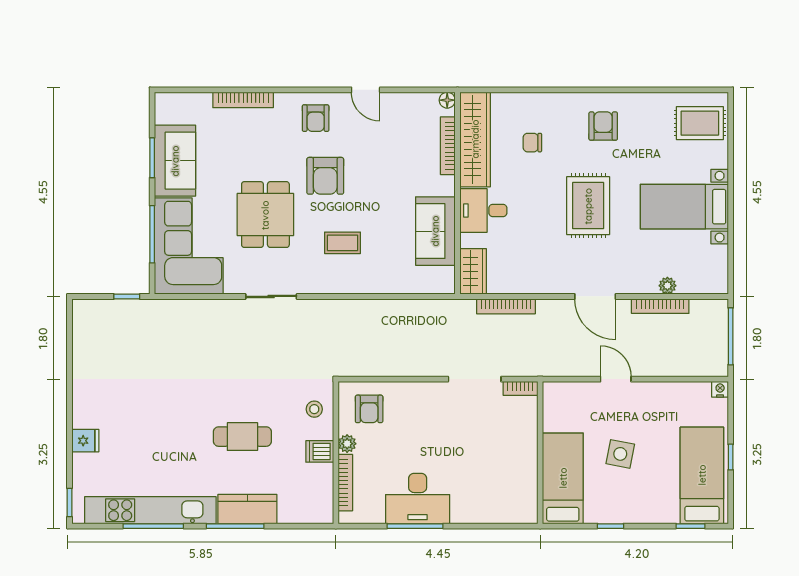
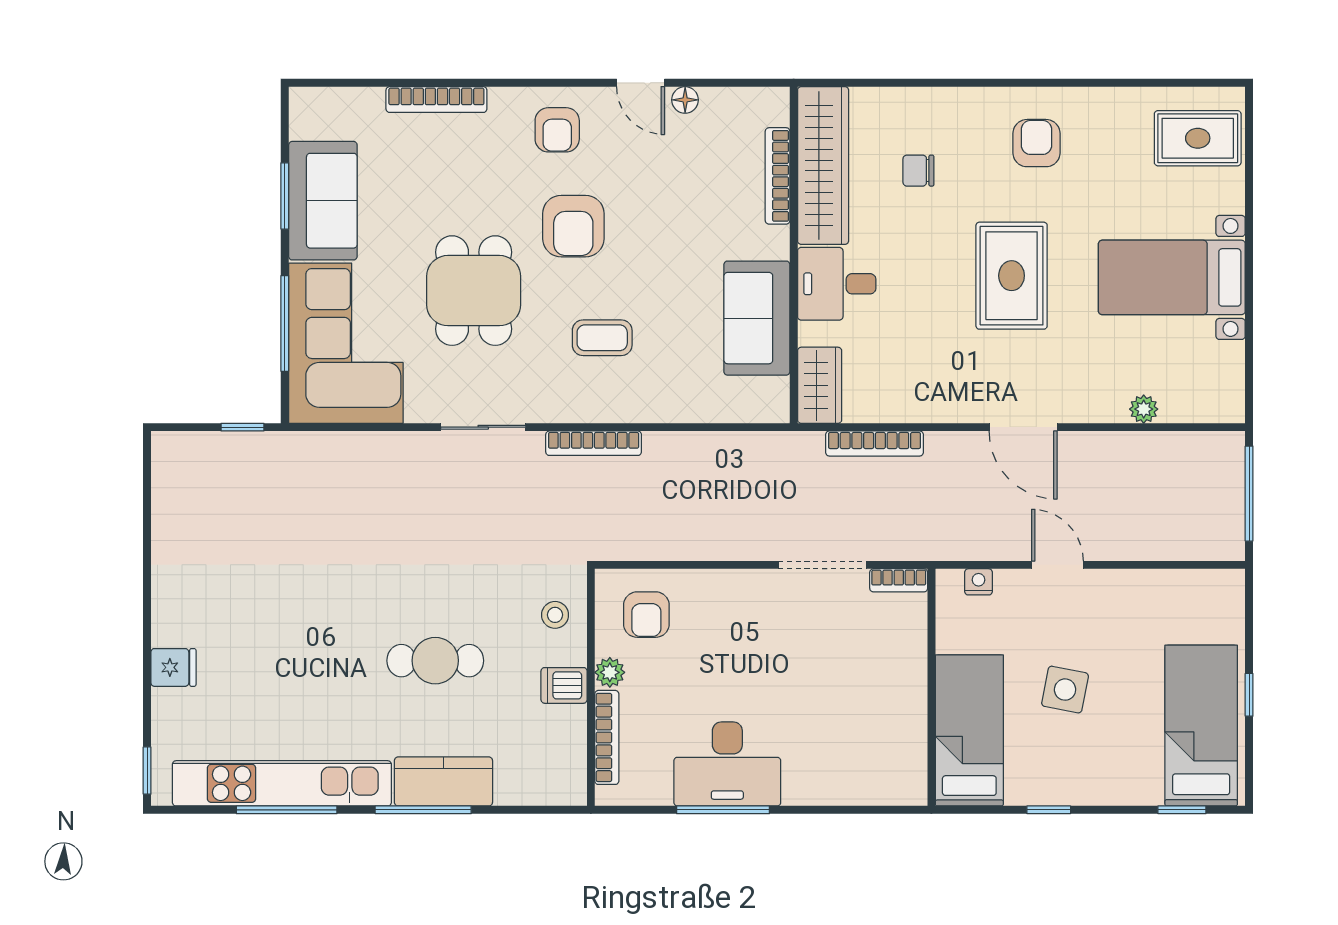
floor lamp: (447, 100) -> (685, 100), moved
bookcase: (660, 306) -> (594, 443), moved
nightstand: (720, 389) -> (978, 582), moved

